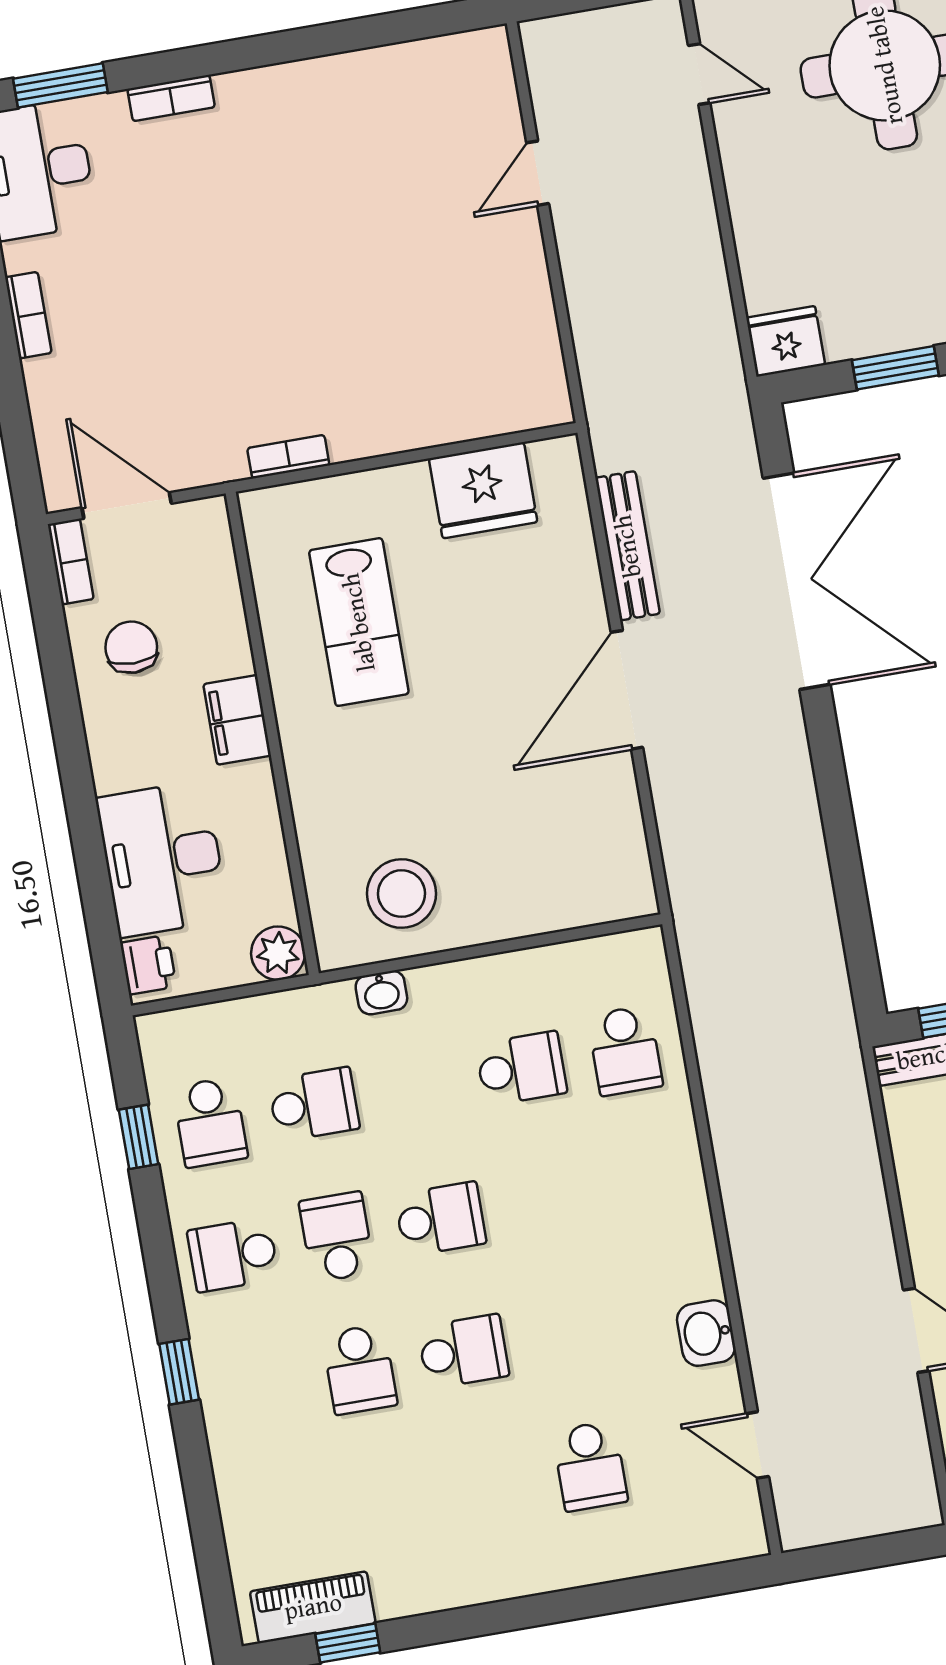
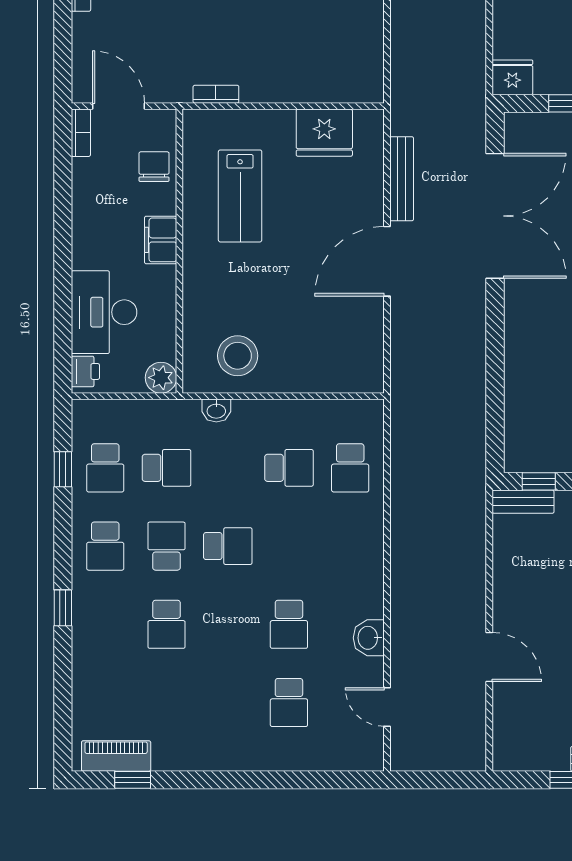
chair: (131, 647) -> (154, 167), moved
school desk: (233, 1255) -> (105, 546), turned -90
school desk: (463, 1351) -> (289, 624), moved, turned 90

